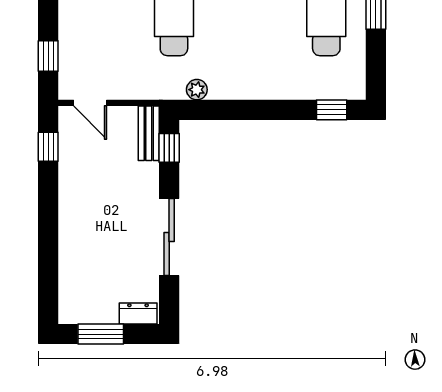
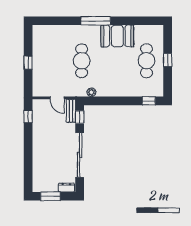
window: (48, 56) -> (28, 63), moved
door: (90, 103) -> (57, 98), moved
sliding door: (169, 237) -> (80, 155), width x1.36

